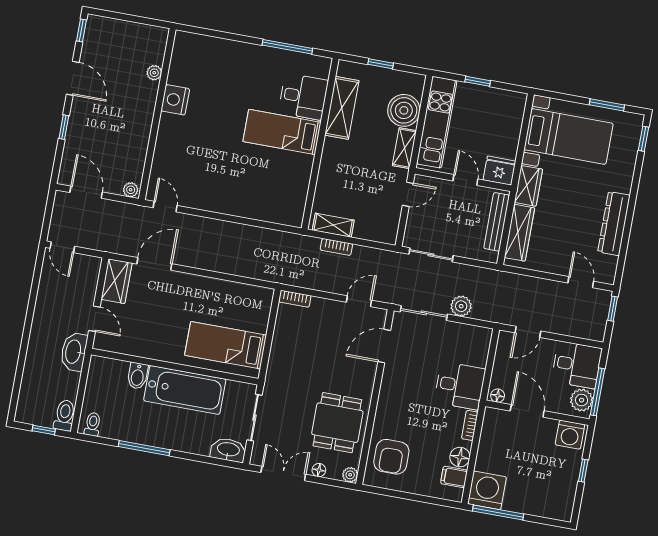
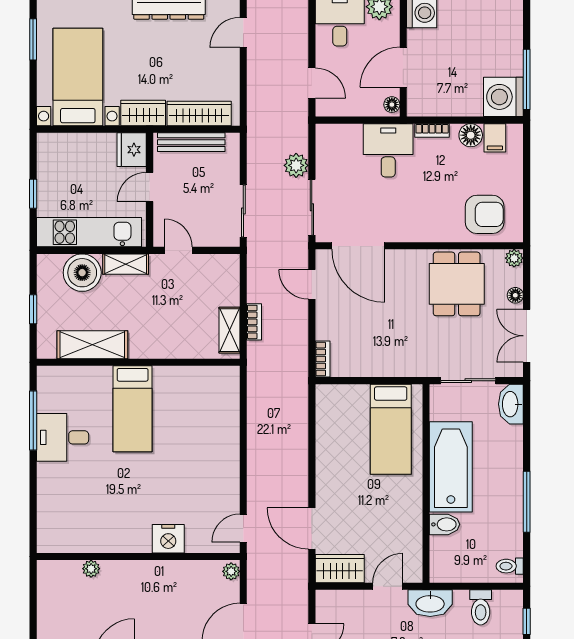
desk: (303, 97) -> (63, 437), moved, turned -90
nightstand: (175, 100) -> (168, 539), moved
door: (384, 346) -> (358, 246), width x1.36
toilet: (65, 415) -> (481, 607), moved, turned -90
dining table: (337, 423) -> (457, 284), turned 90

